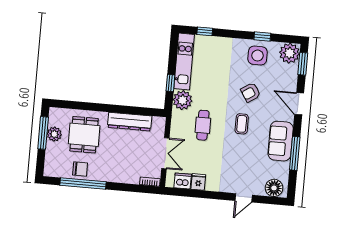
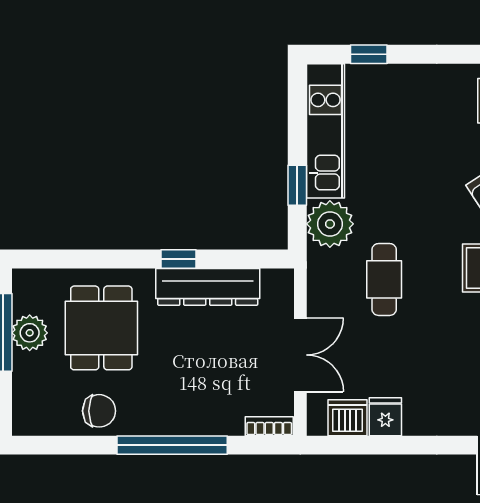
window: (119, 109) -> (179, 259), added
window: (83, 184) -> (172, 445), moved

